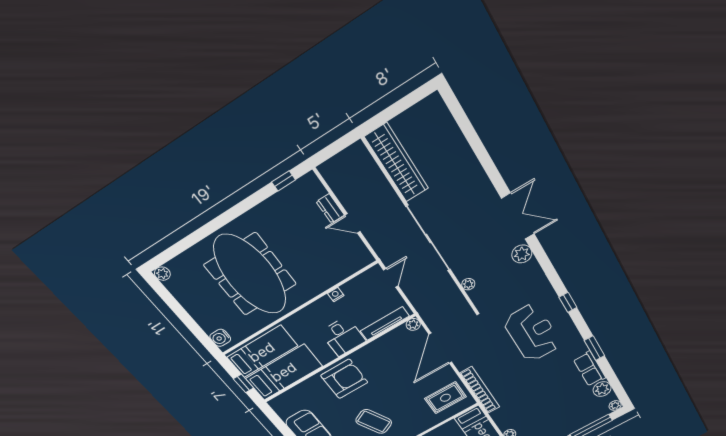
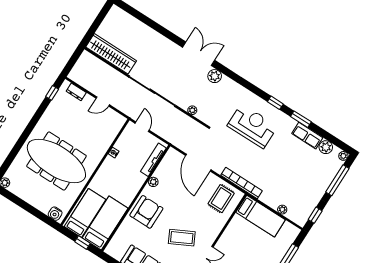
dresser: (330, 208) -> (76, 92), moved
window: (568, 302) -> (275, 103), moved
plant: (413, 324) -> (153, 182), moved
desk: (343, 336) -> (131, 180), removed

